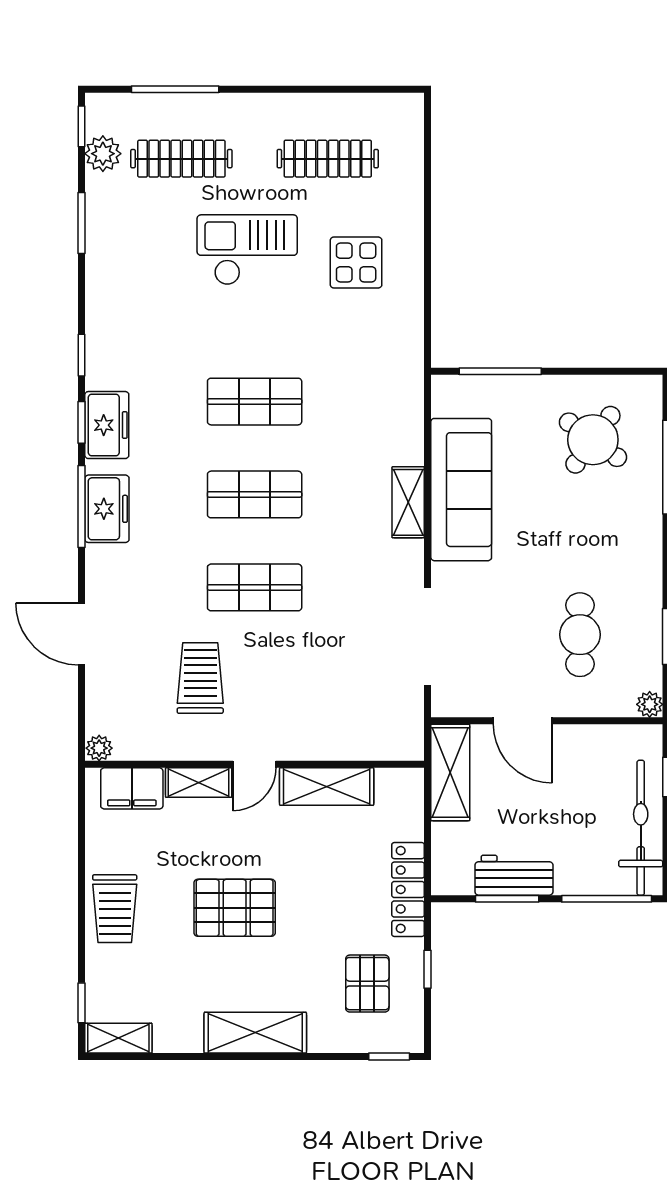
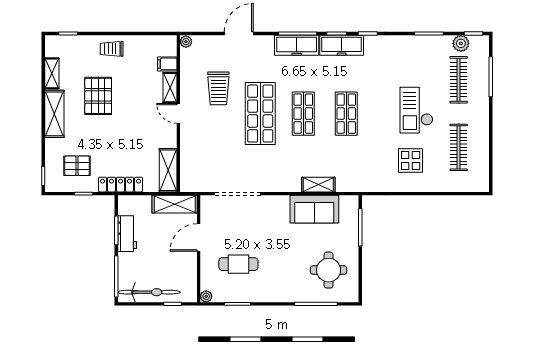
checkout: (247, 250) -> (416, 110), turned 180
freezer: (107, 425) -> (342, 45), width x1.40
round table: (593, 440) -> (329, 270), turned -36
sofa: (461, 490) -> (314, 209), width x0.73
shelving: (408, 502) -> (318, 185), moved
freezer: (107, 509) -> (297, 45), width x1.40
shop shelf: (255, 587) -> (260, 114), width x1.43, depth x1.36
trolley: (200, 678) -> (218, 88), turned 90
shelving: (327, 787) -> (168, 170), moved
filing cabinet: (132, 788) -> (167, 64), width x0.50
pallet: (235, 908) -> (98, 96), moved
trolley: (115, 909) -> (112, 49), width x0.73, depth x0.72
shelving: (118, 1038) -> (52, 73), moved

